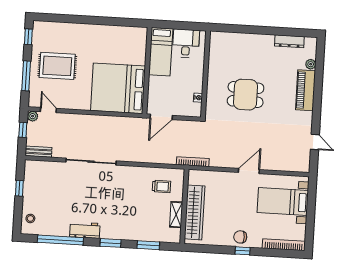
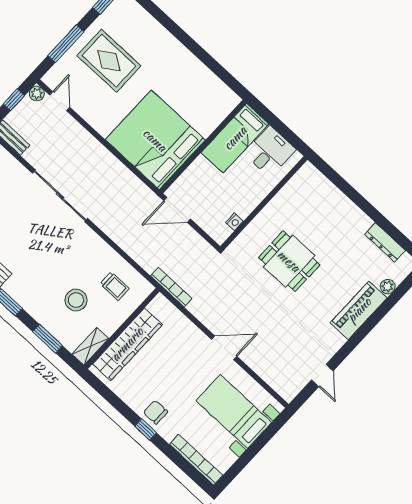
stool: (147, 211) -> (76, 300), added
shelving: (176, 215) -> (90, 346), moved

